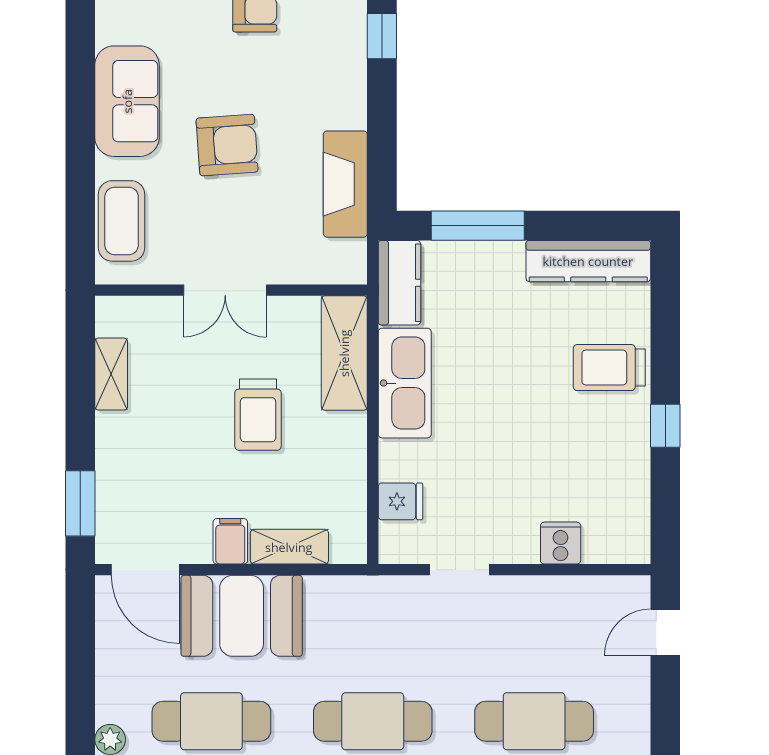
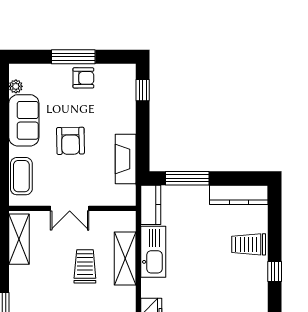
plant: (110, 28) -> (16, 86), added
armchair: (227, 145) -> (70, 141), turned 93
shelving: (344, 353) -> (125, 259), moved
shelving: (111, 374) -> (19, 239), width x1.50, depth x1.33
trolley: (258, 415) -> (85, 266), turned 180

